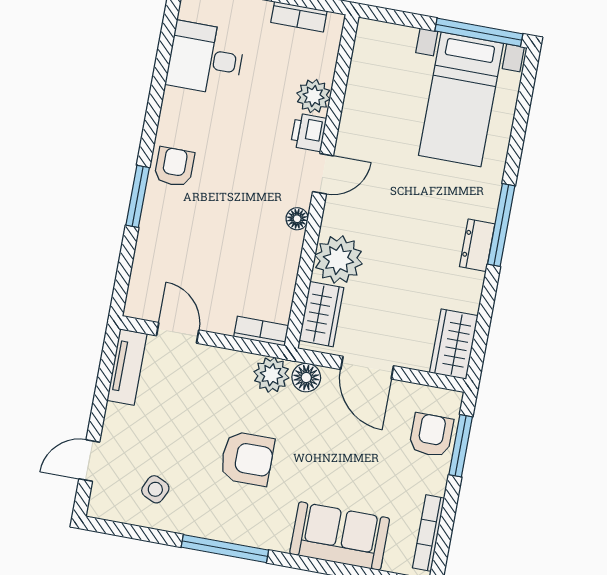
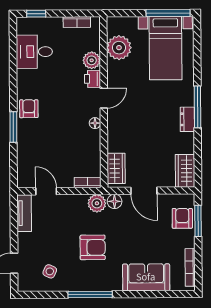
plant: (338, 259) -> (119, 48), moved

